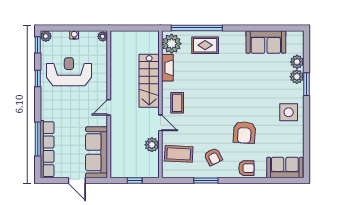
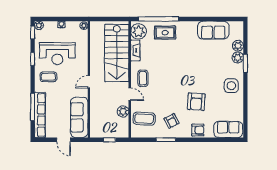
reception desk: (69, 72) -> (57, 54), turned 180
stairs: (149, 81) -> (117, 53), width x1.36, depth x1.51
coffee table: (58, 101) -> (48, 77), added

